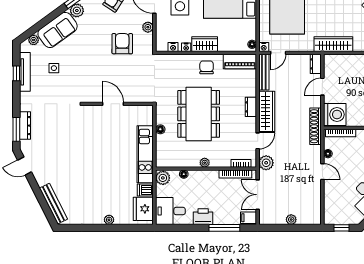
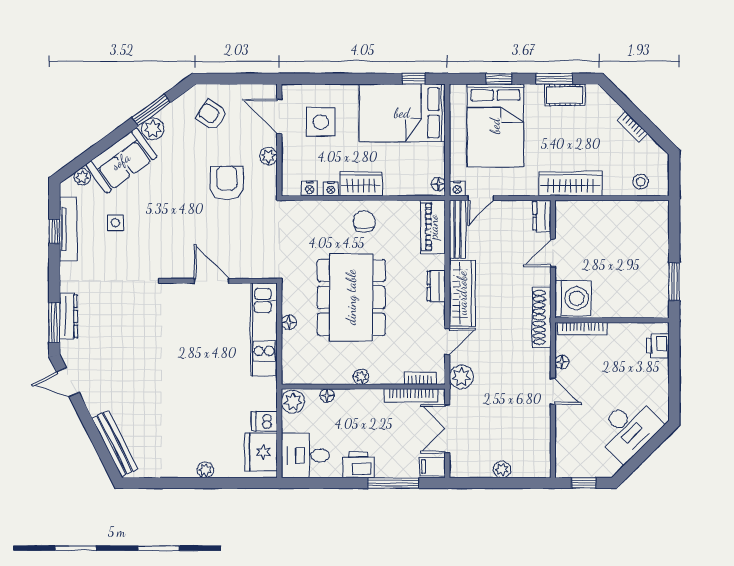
piano: (240, 62) -> (433, 227), moved, turned 90
kitchen unit: (145, 154) -> (264, 330), moved

